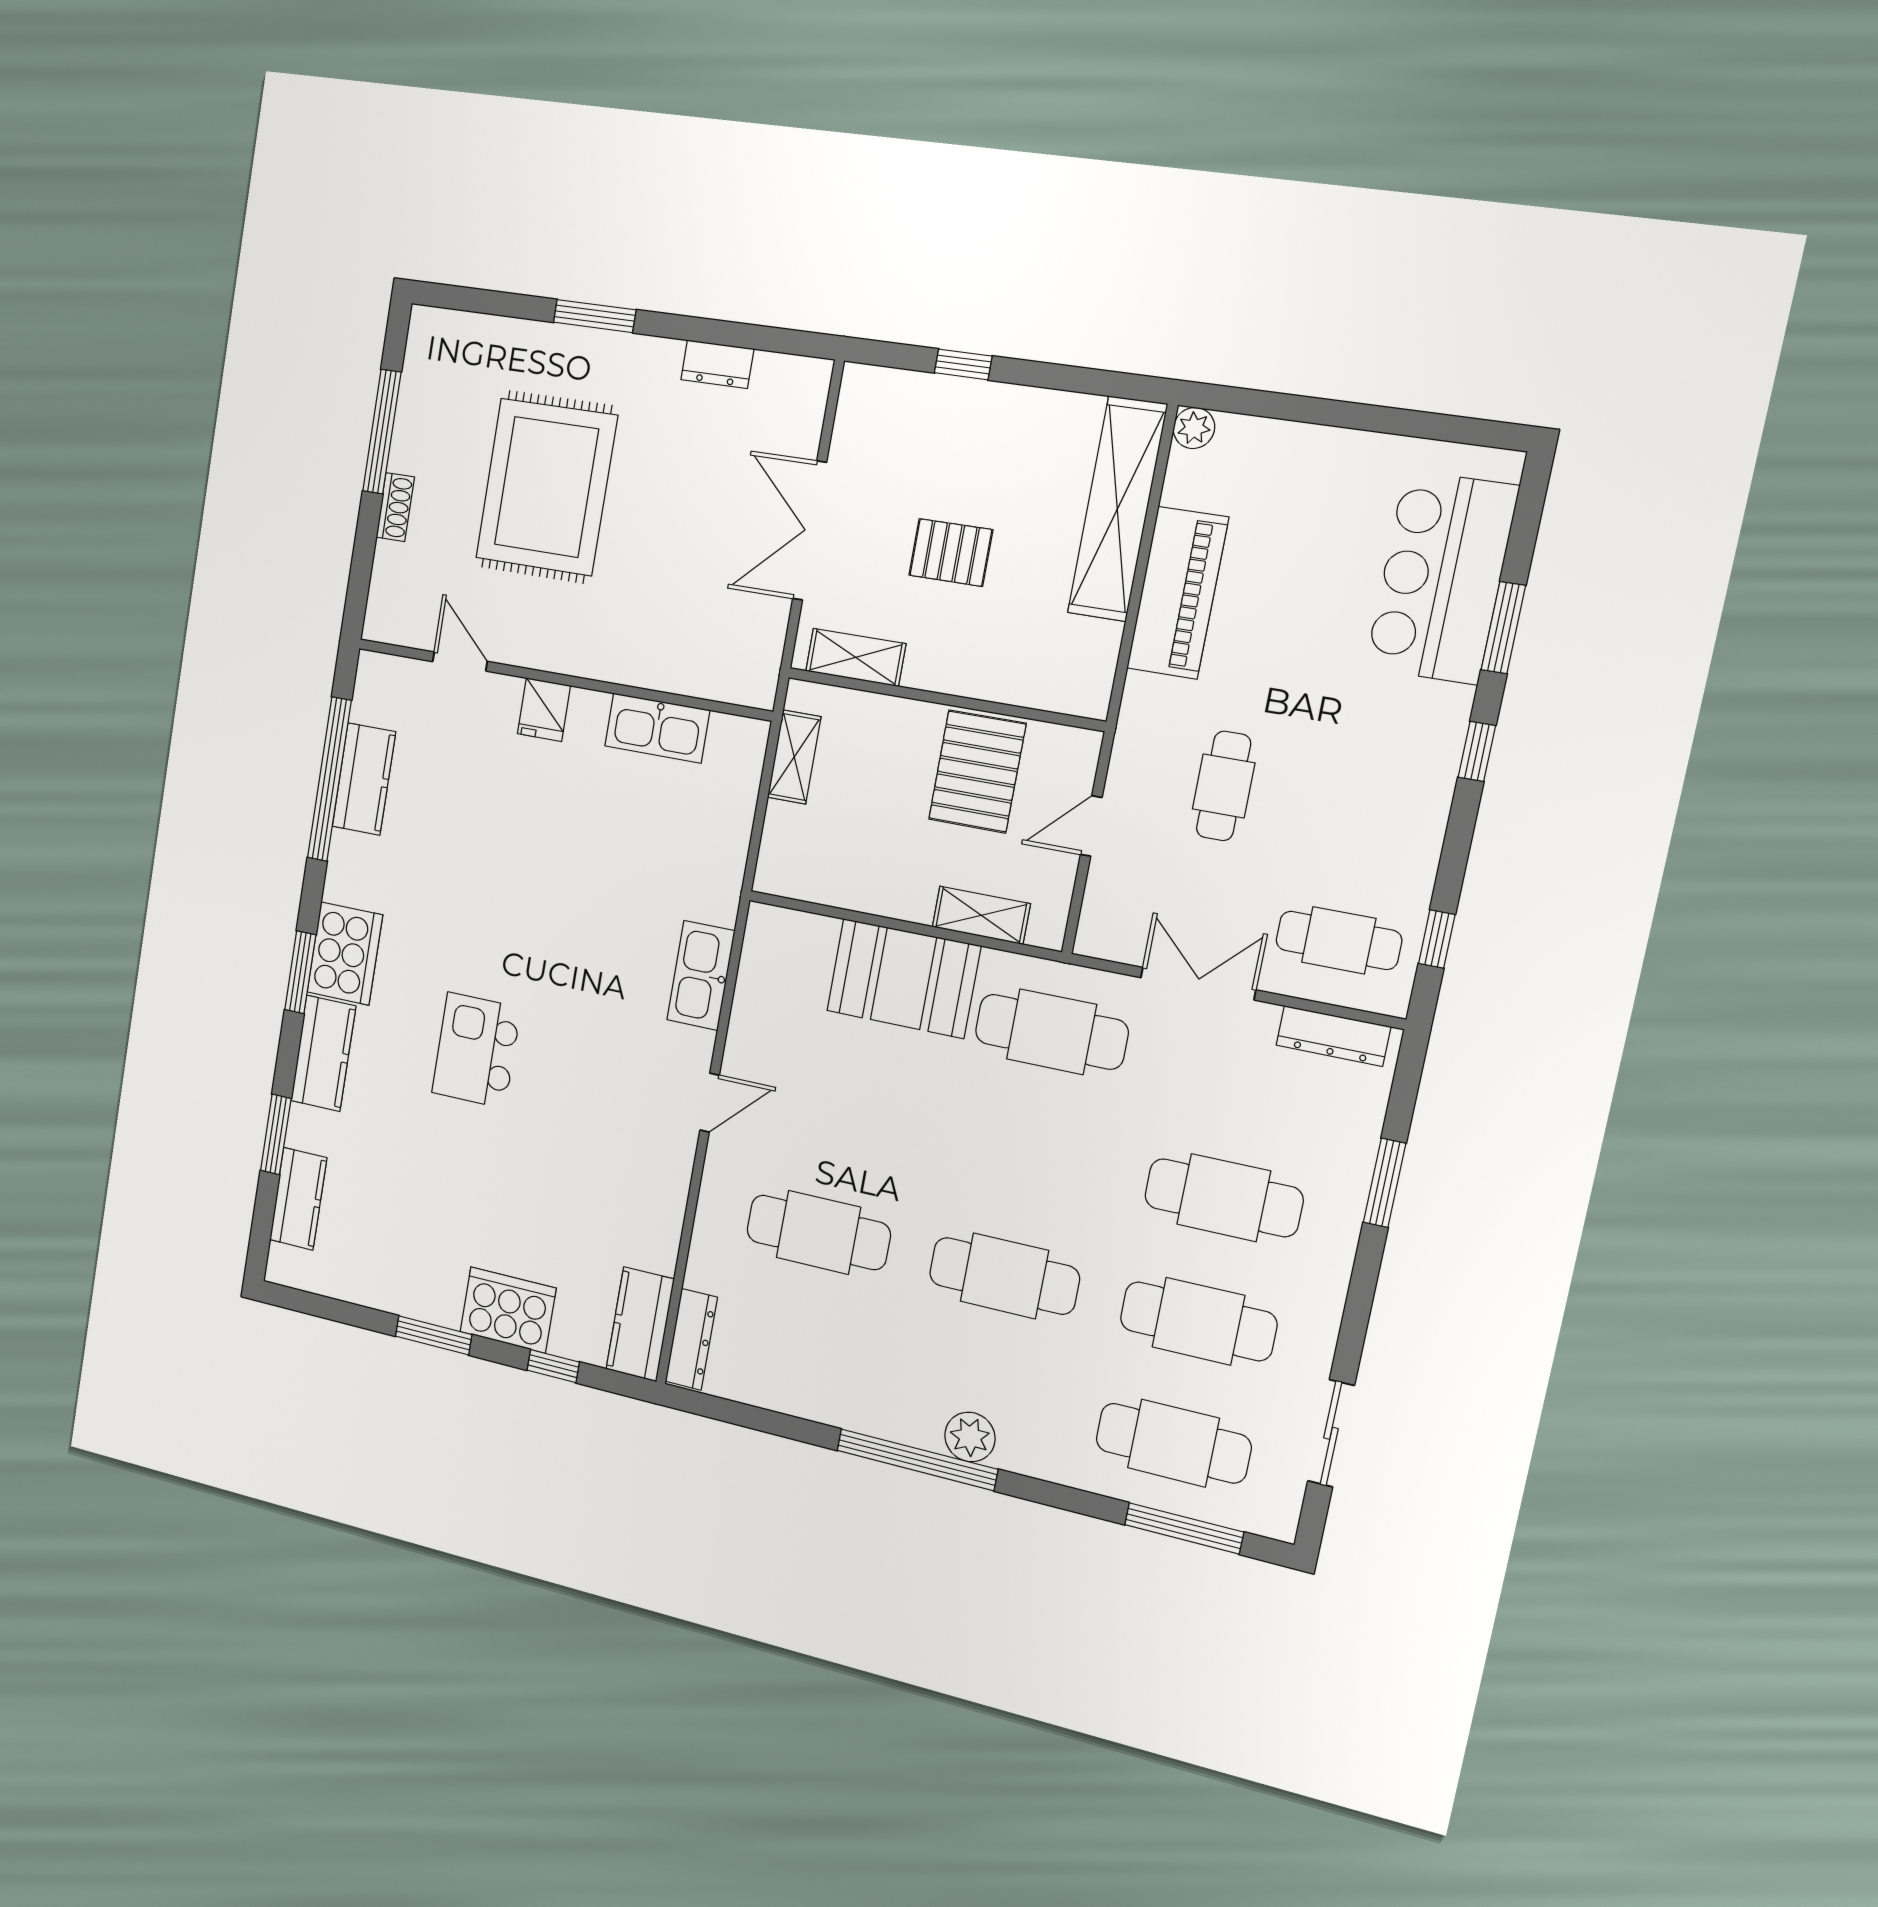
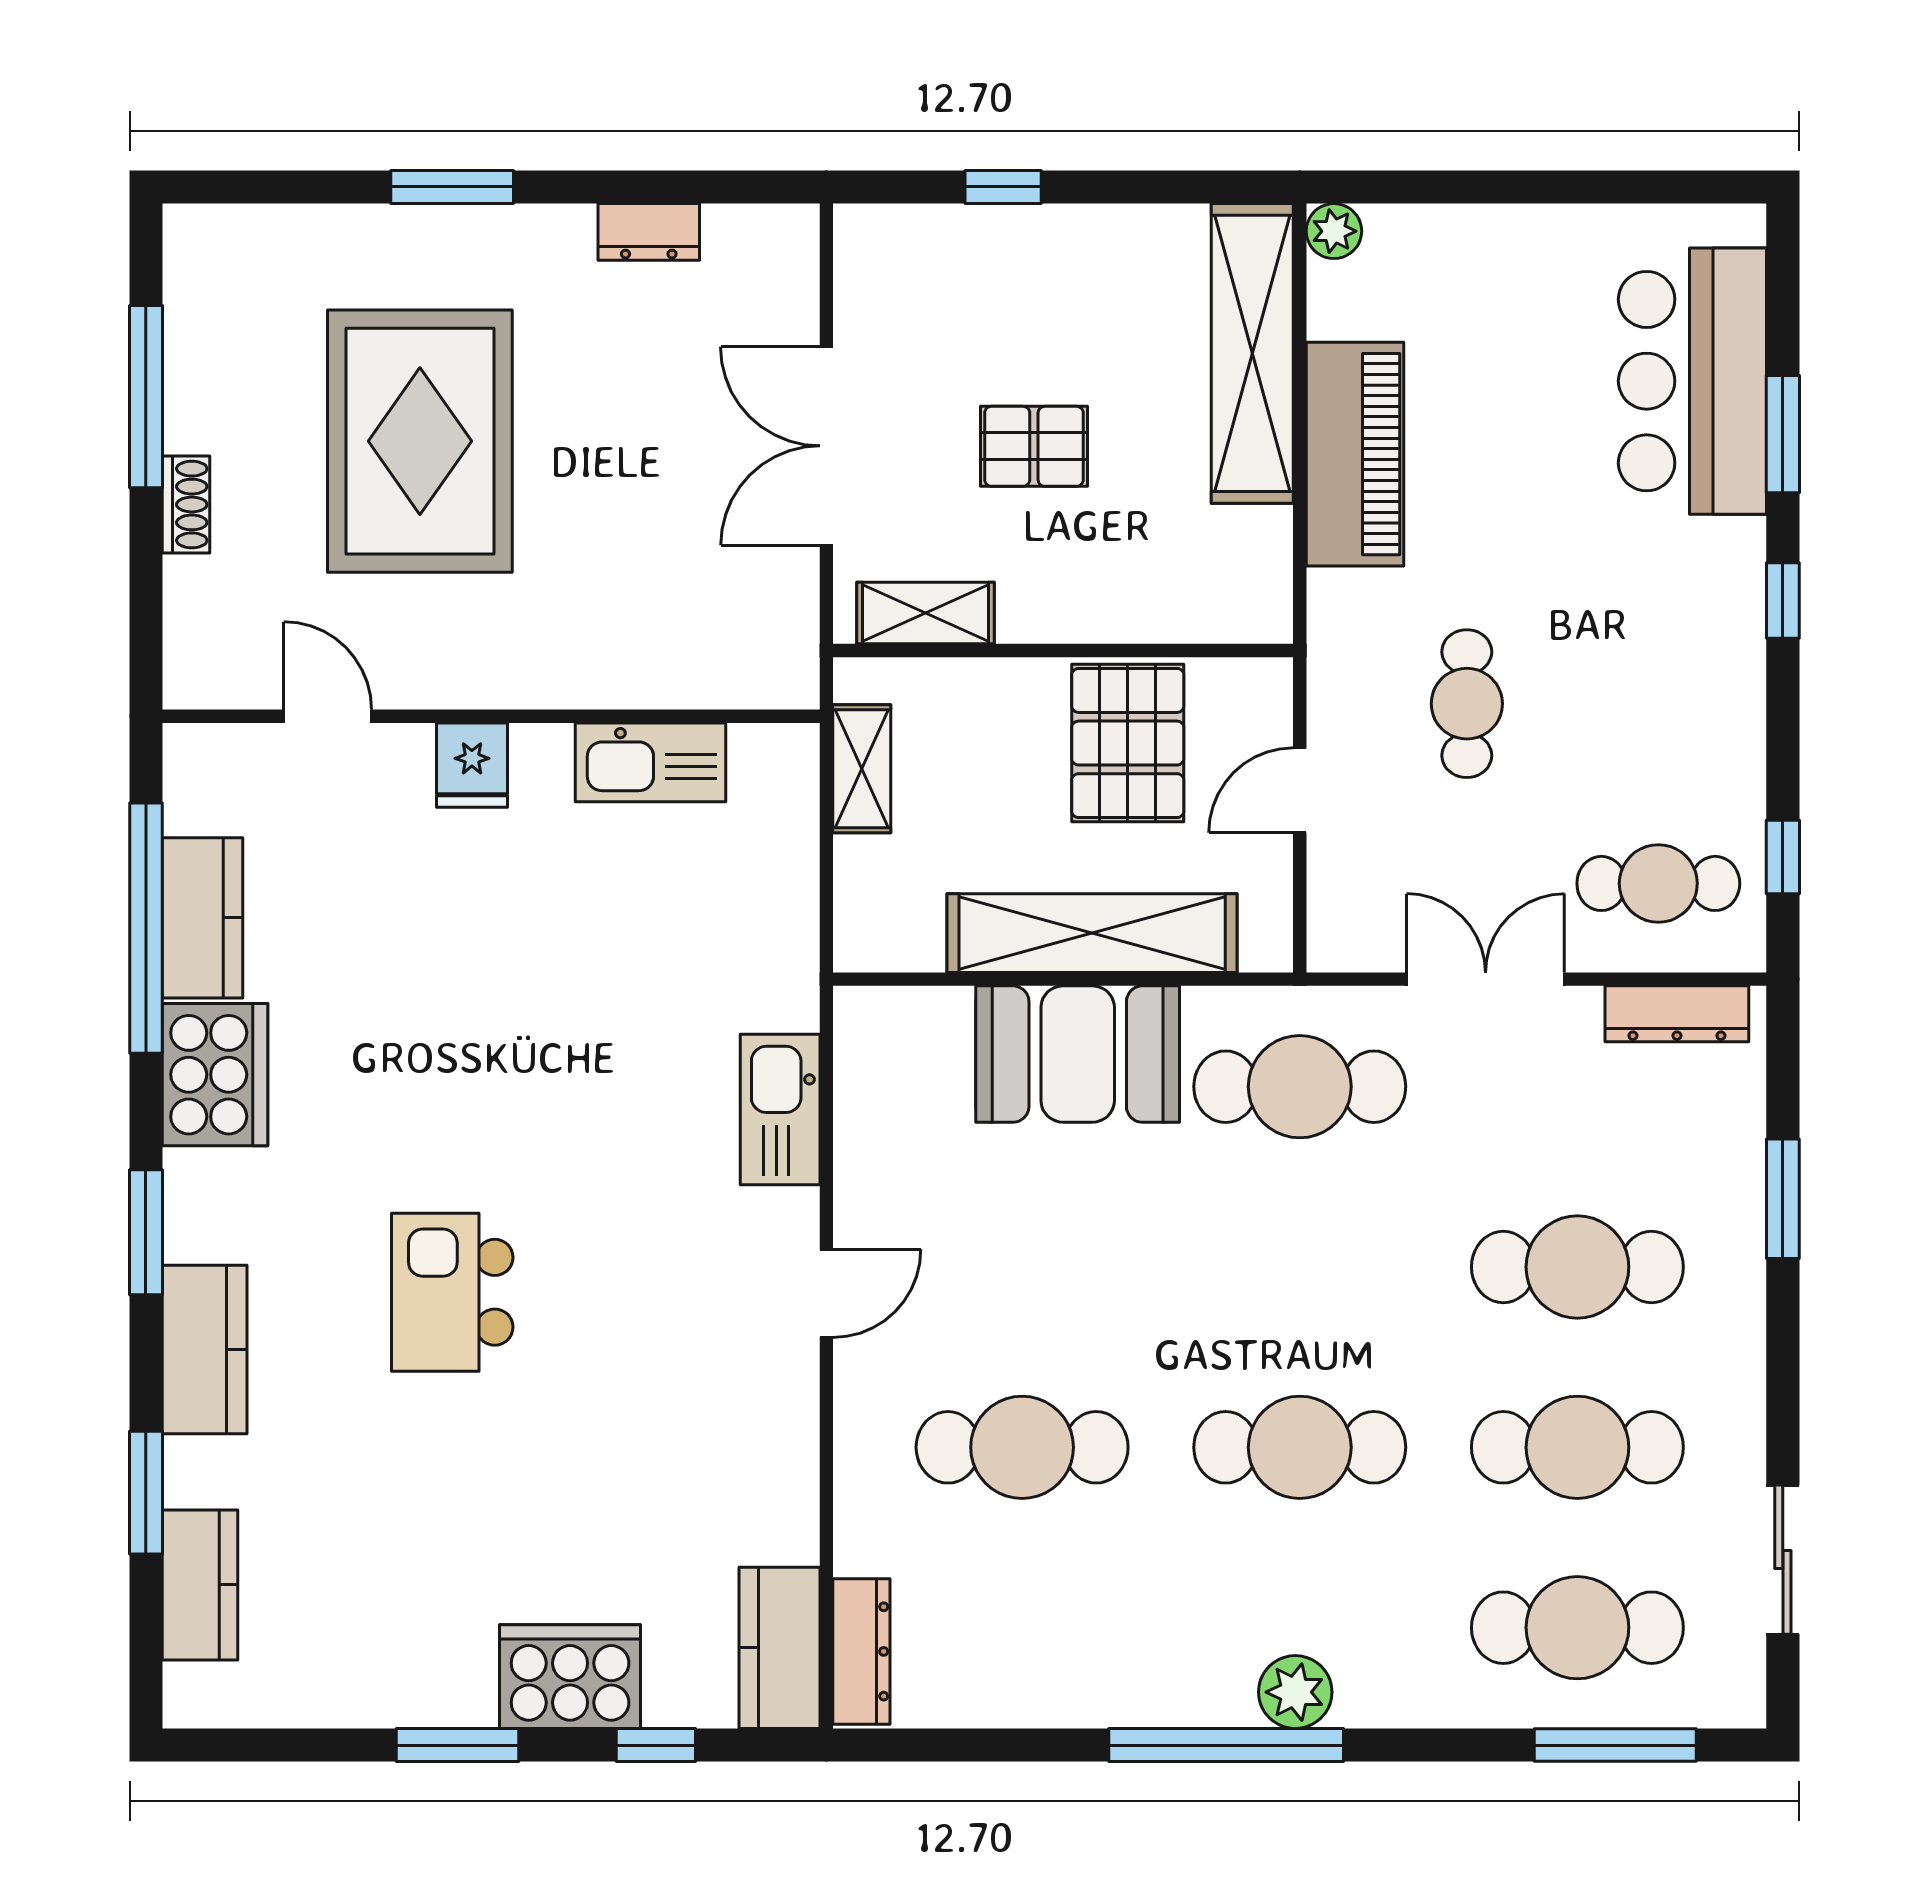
shelving: (981, 915) -> (1092, 933), width x2.20, depth x1.33
cooker: (345, 954) -> (215, 1075), moved

